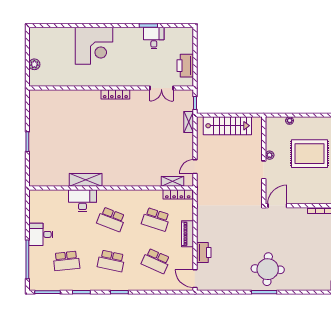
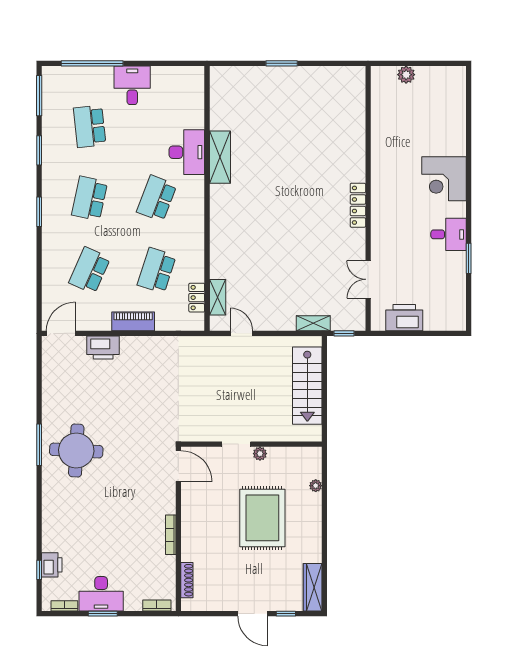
desk: (154, 38) -> (449, 234), moved
corner desk: (94, 46) -> (444, 179), width x0.74, depth x0.74
locker: (178, 194) -> (197, 298), width x0.66

